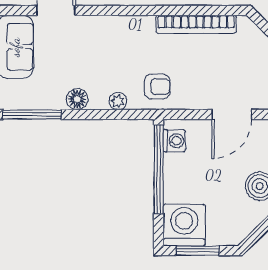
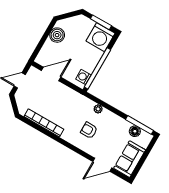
armchair: (157, 87) -> (89, 130), moved
floor lamp: (77, 99) -> (135, 131), moved

